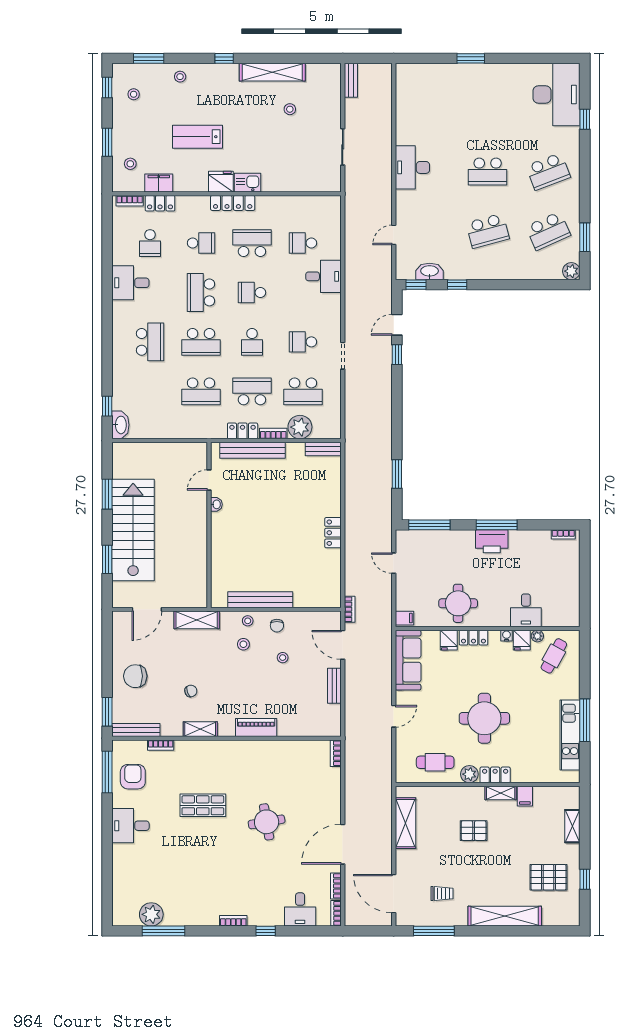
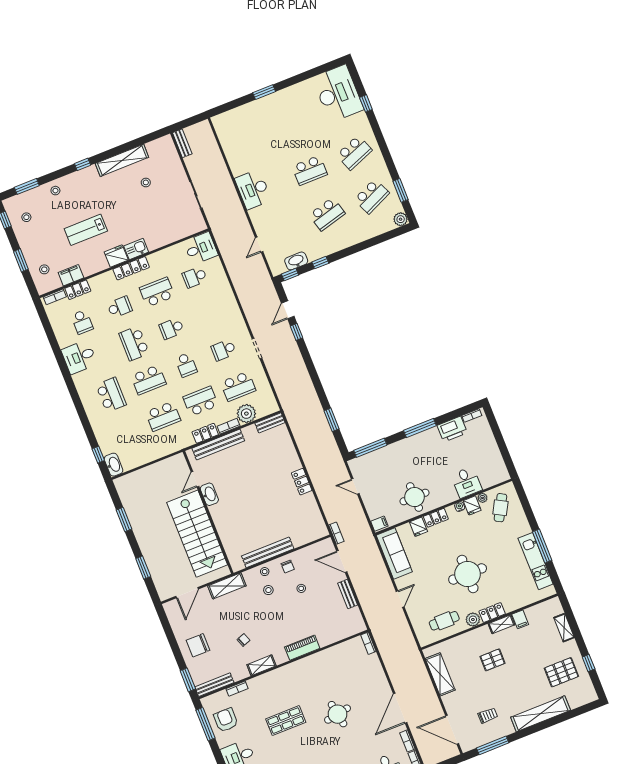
desk: (324, 276) -> (201, 248), moved
washbasin: (216, 504) -> (209, 494), width x1.91, depth x1.45
stairs: (133, 530) -> (197, 534), moved, turned 180
printer: (492, 541) -> (452, 429), moved

